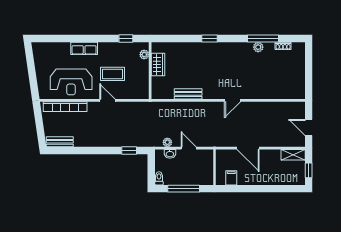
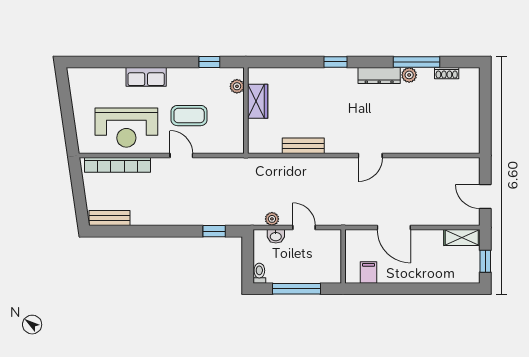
dresser: (238, 47) -> (379, 76), added

